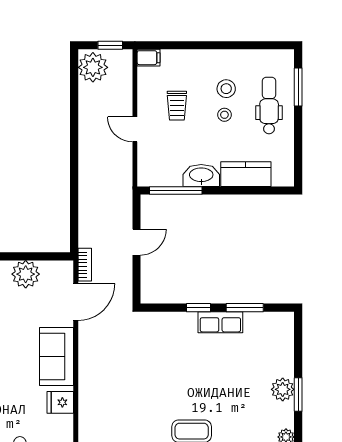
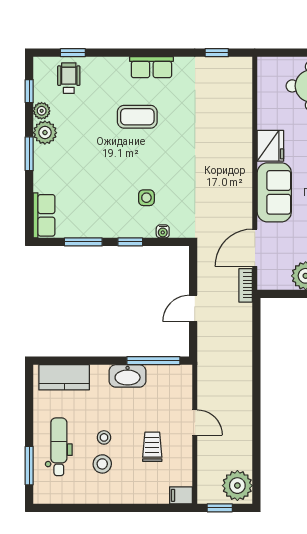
dental chair: (269, 106) -> (59, 447), turned 180
kitchen counter: (246, 174) -> (64, 377), moved
water cooler: (167, 318) -> (163, 231), added
row of seats: (220, 322) -> (44, 215), moved, turned 90
side table: (183, 351) -> (146, 198), added
plant: (283, 389) -> (45, 133), moved
fridge: (60, 402) -> (270, 146), width x1.38

